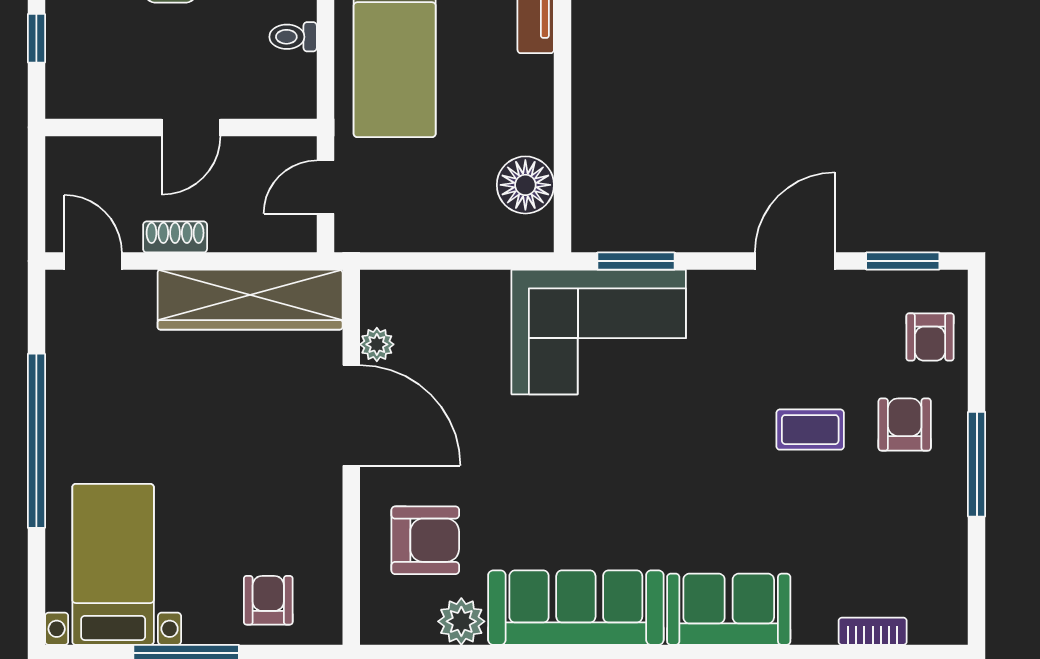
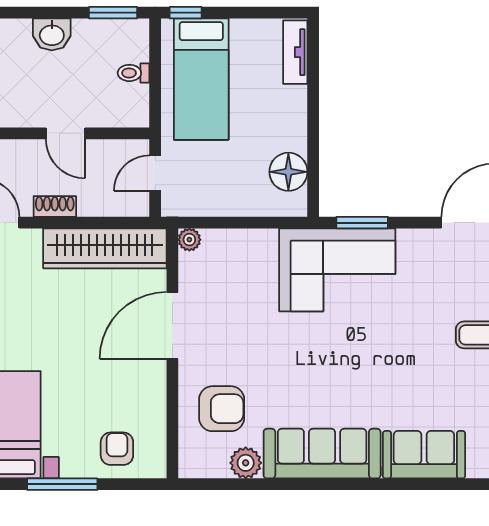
door: (191, 127) -> (65, 133), hinge flipped
plant: (377, 344) -> (189, 240), moved
door: (351, 415) -> (172, 325), swing flipped

